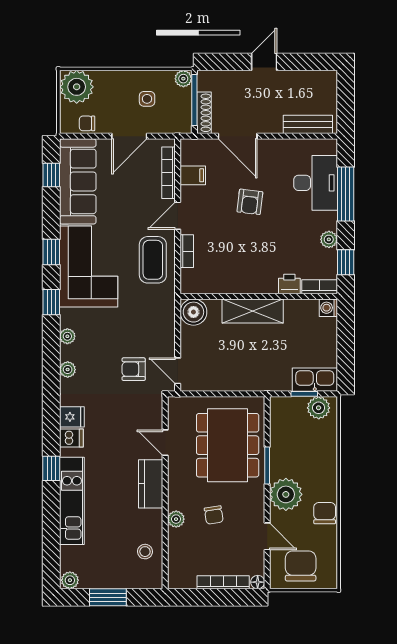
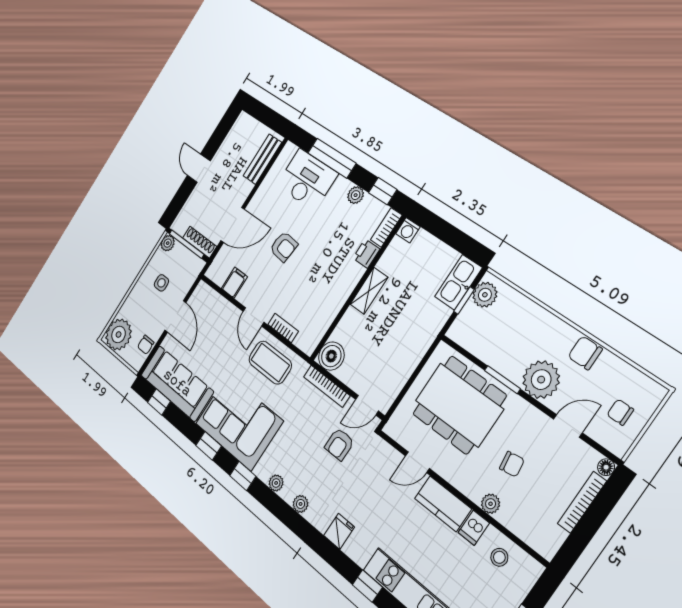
bookcase: (169, 173) -> (327, 386), moved
shelving: (253, 311) -> (369, 291), width x0.67, depth x0.75
dishwasher: (71, 438) -> (474, 528), moved, turned 180
chair: (301, 566) -> (620, 412), width x0.54, depth x0.54

